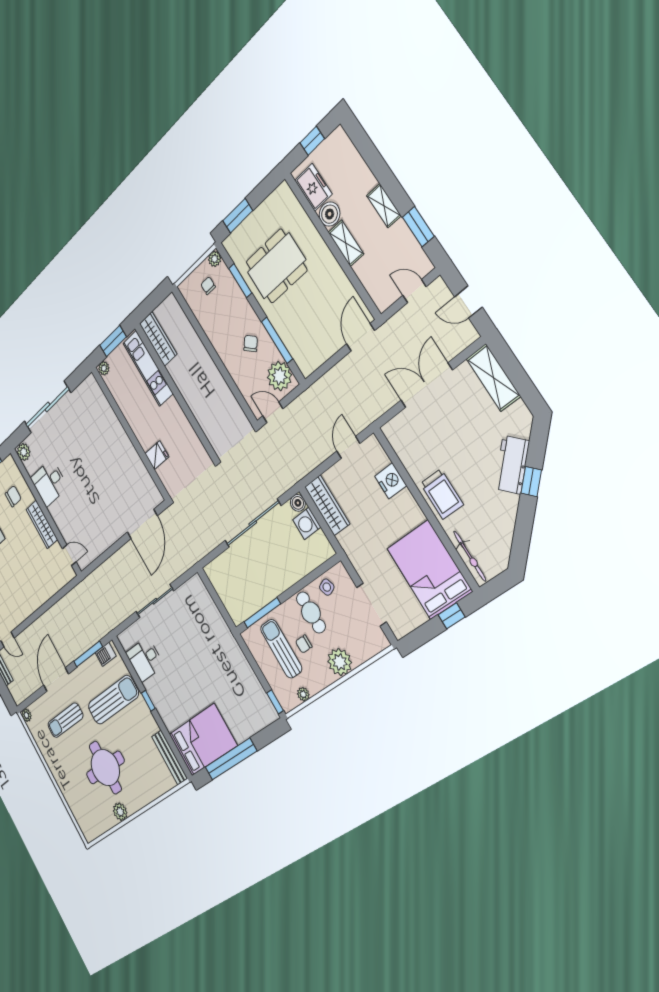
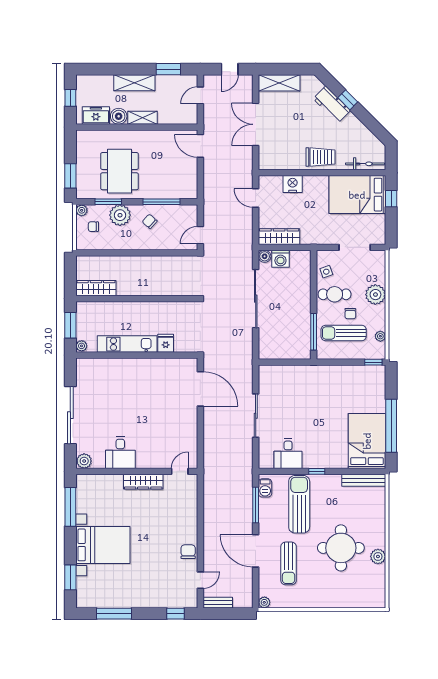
shelving: (384, 206) -> (134, 83), width x1.50, depth x1.33
kitchen unit: (148, 368) -> (127, 344), moved, turned 180
plant: (279, 376) -> (120, 215), moved
chair: (13, 496) -> (188, 552), moved

